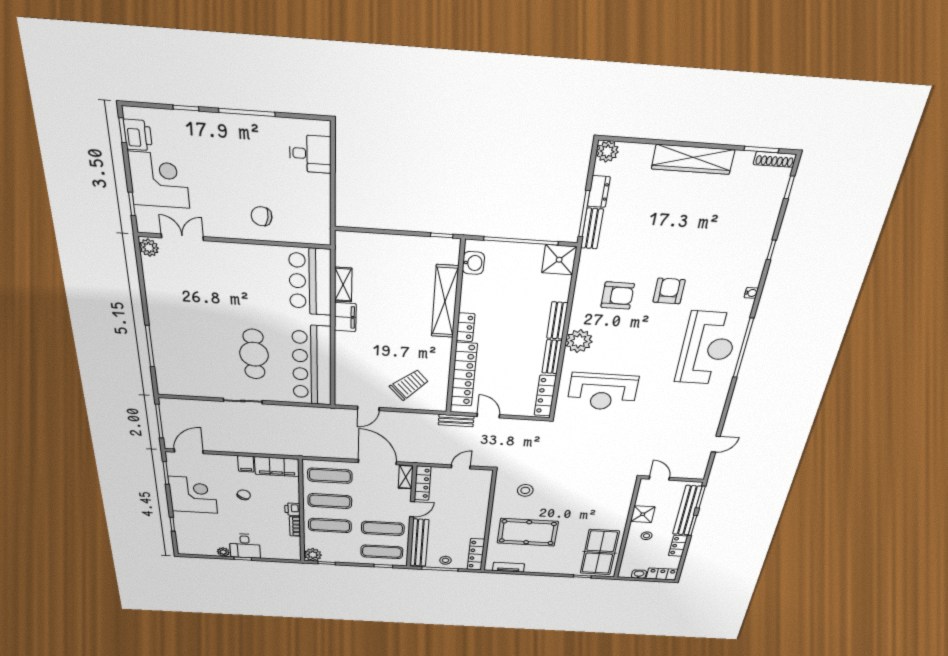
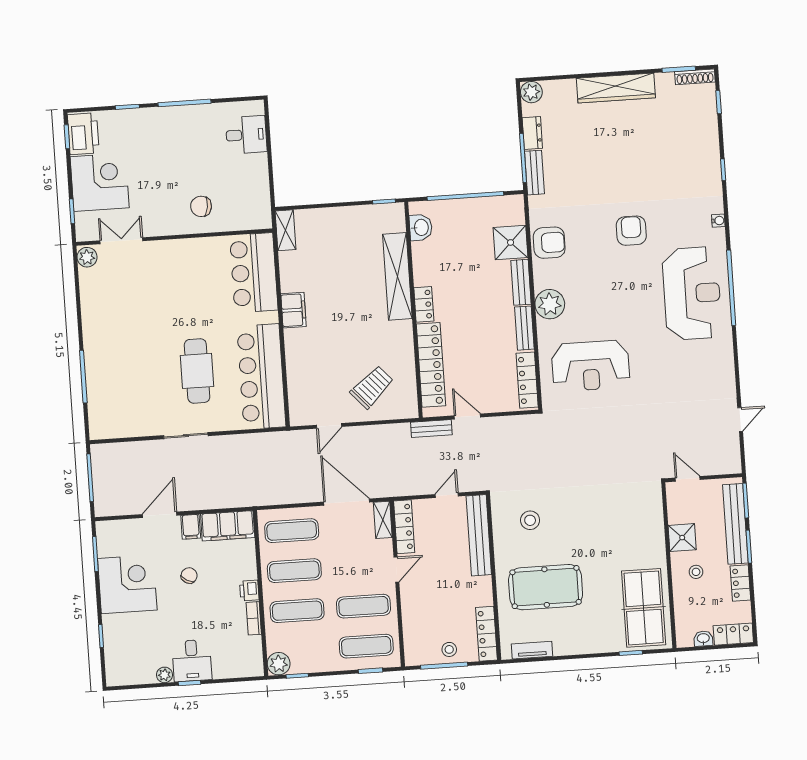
printer: (138, 135) -> (83, 134), width x1.37, depth x1.19
shower: (559, 260) -> (511, 242), moved
shelving: (343, 285) -> (286, 230), moved
armchair: (618, 296) -> (549, 243), moved
door: (189, 451) -> (160, 515), moved
bench: (419, 543) -> (479, 535), moved

